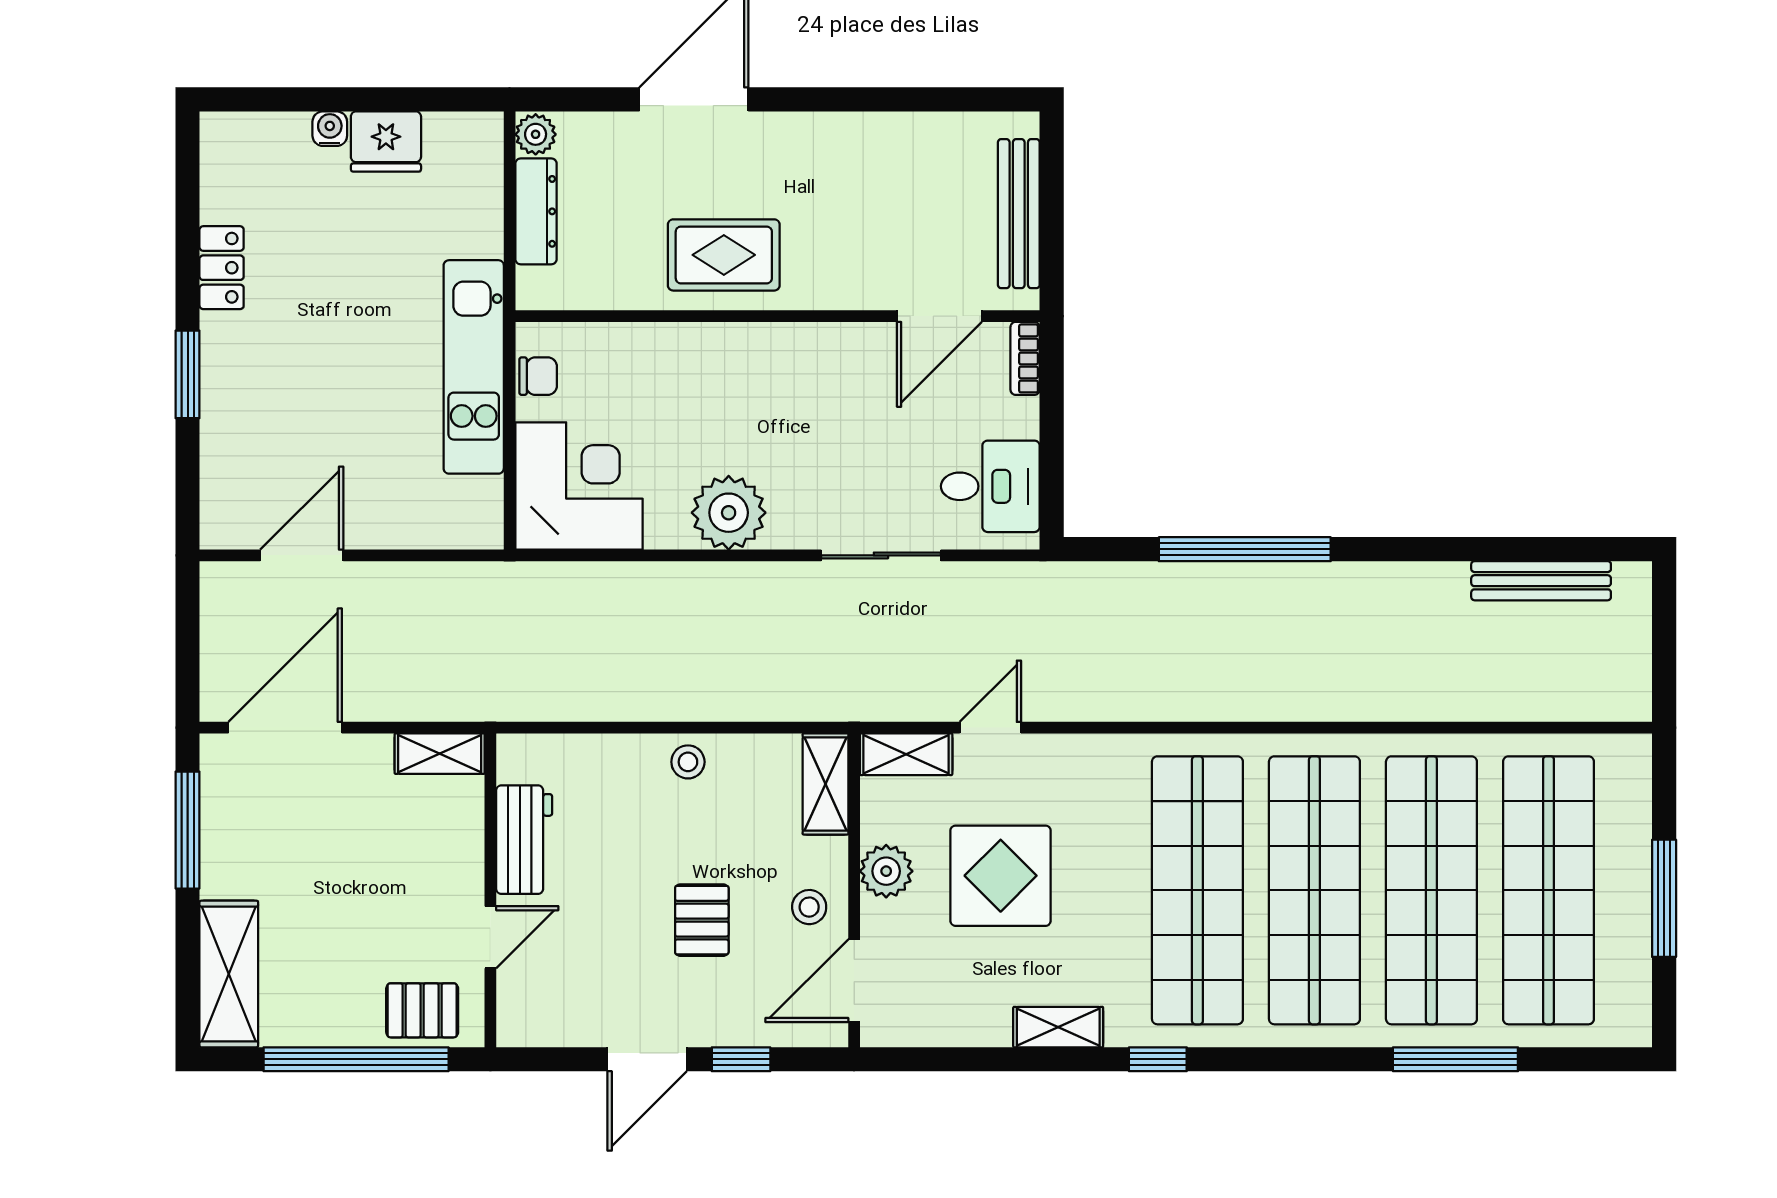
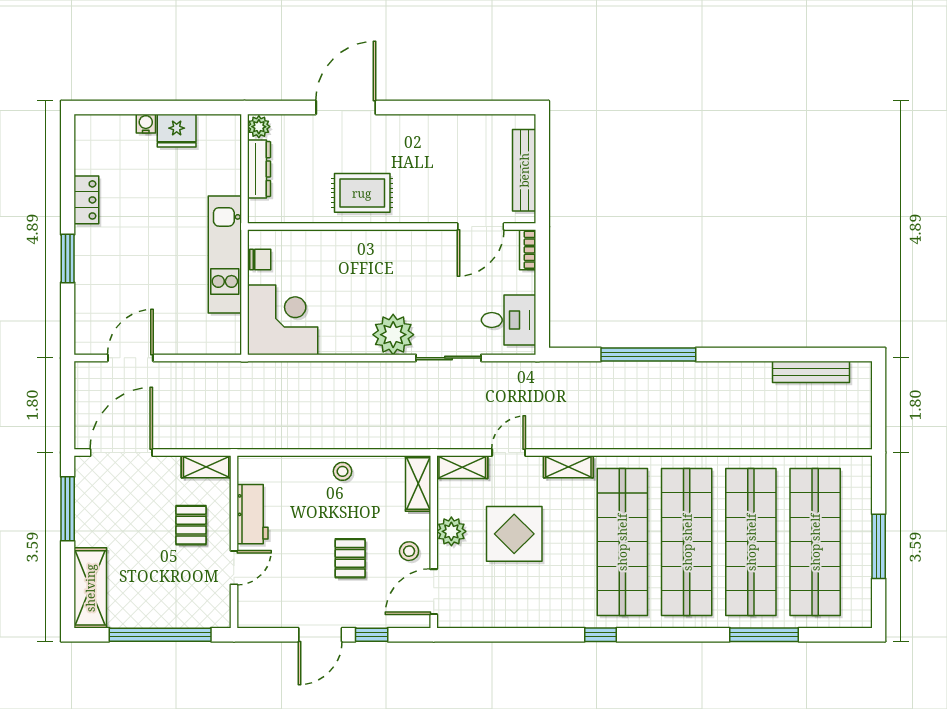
plant: (729, 513) -> (393, 335), moved
pallet: (422, 1010) -> (191, 525), moved, turned 90
shelving: (1058, 1027) -> (568, 467), moved

